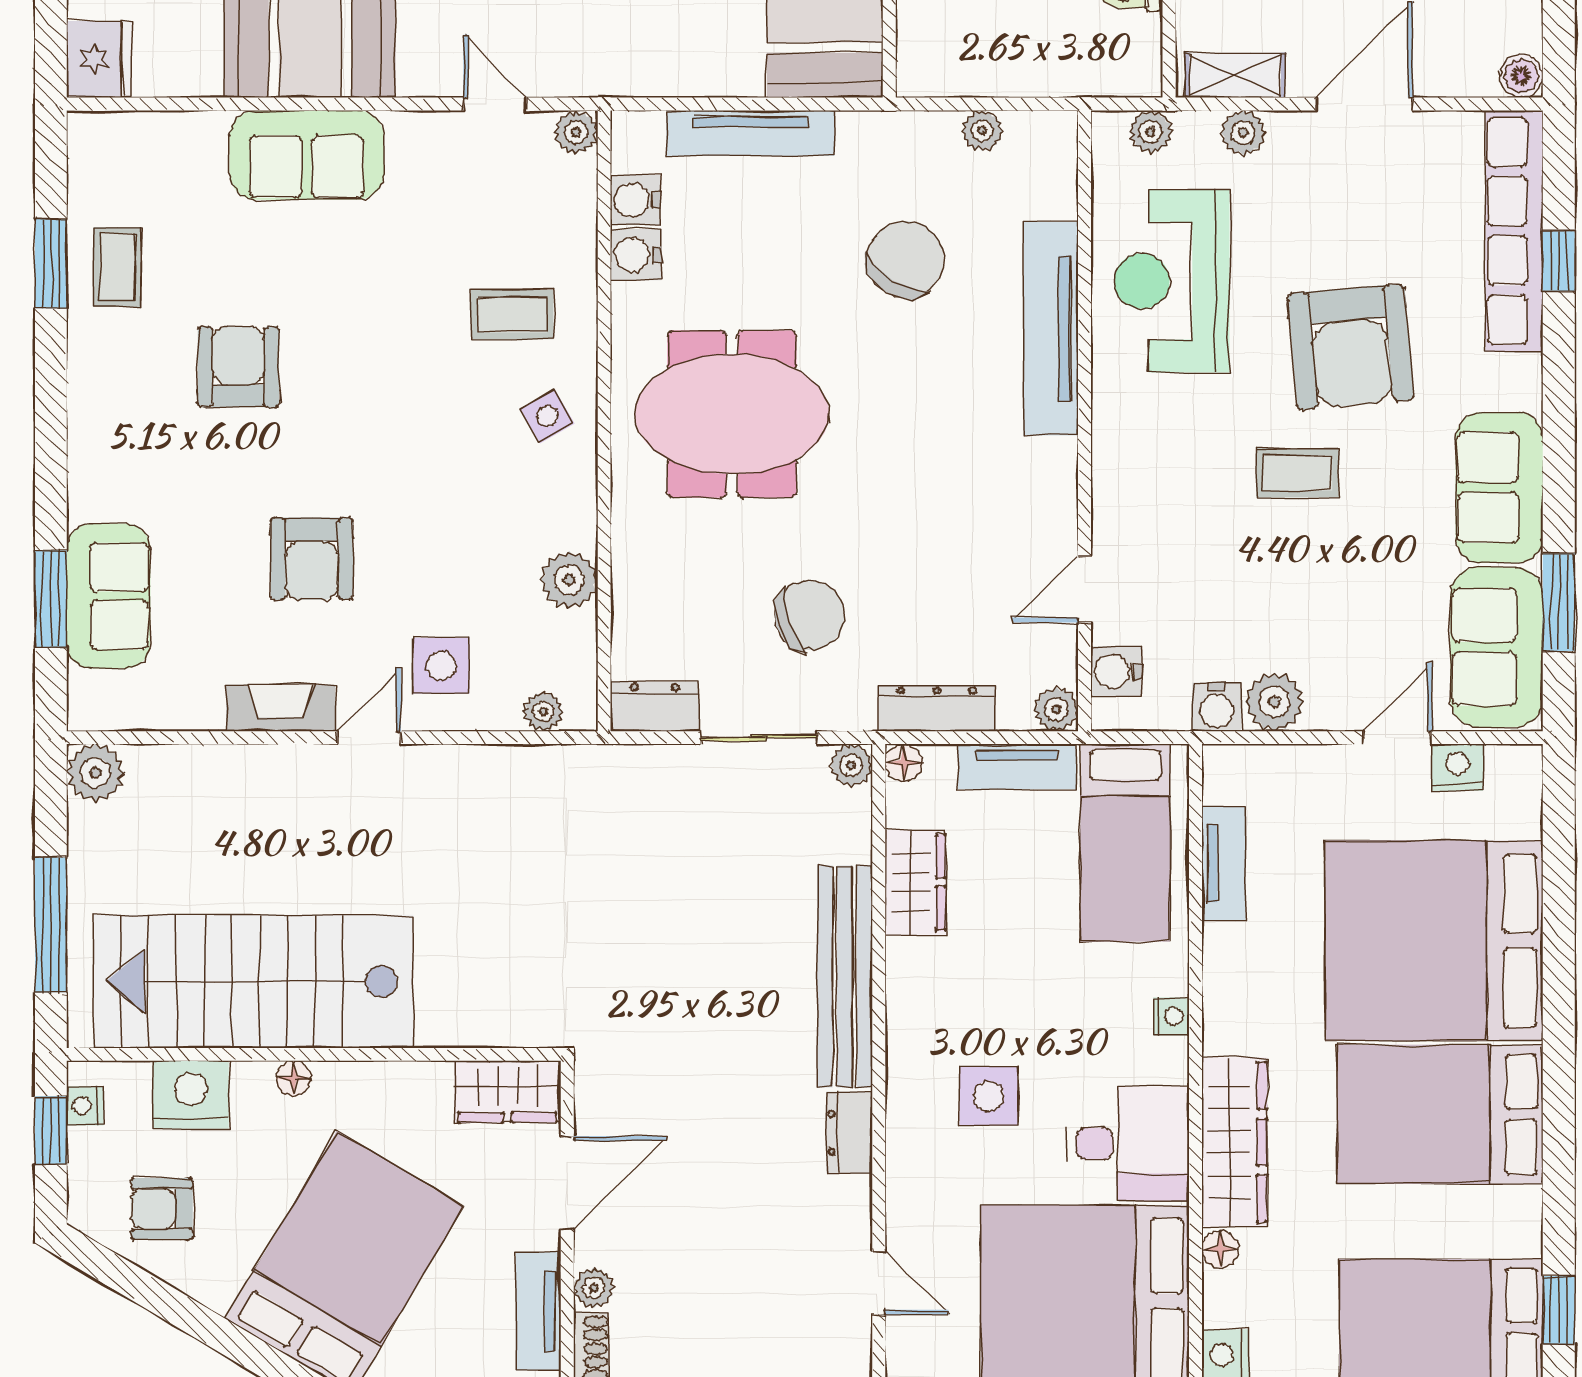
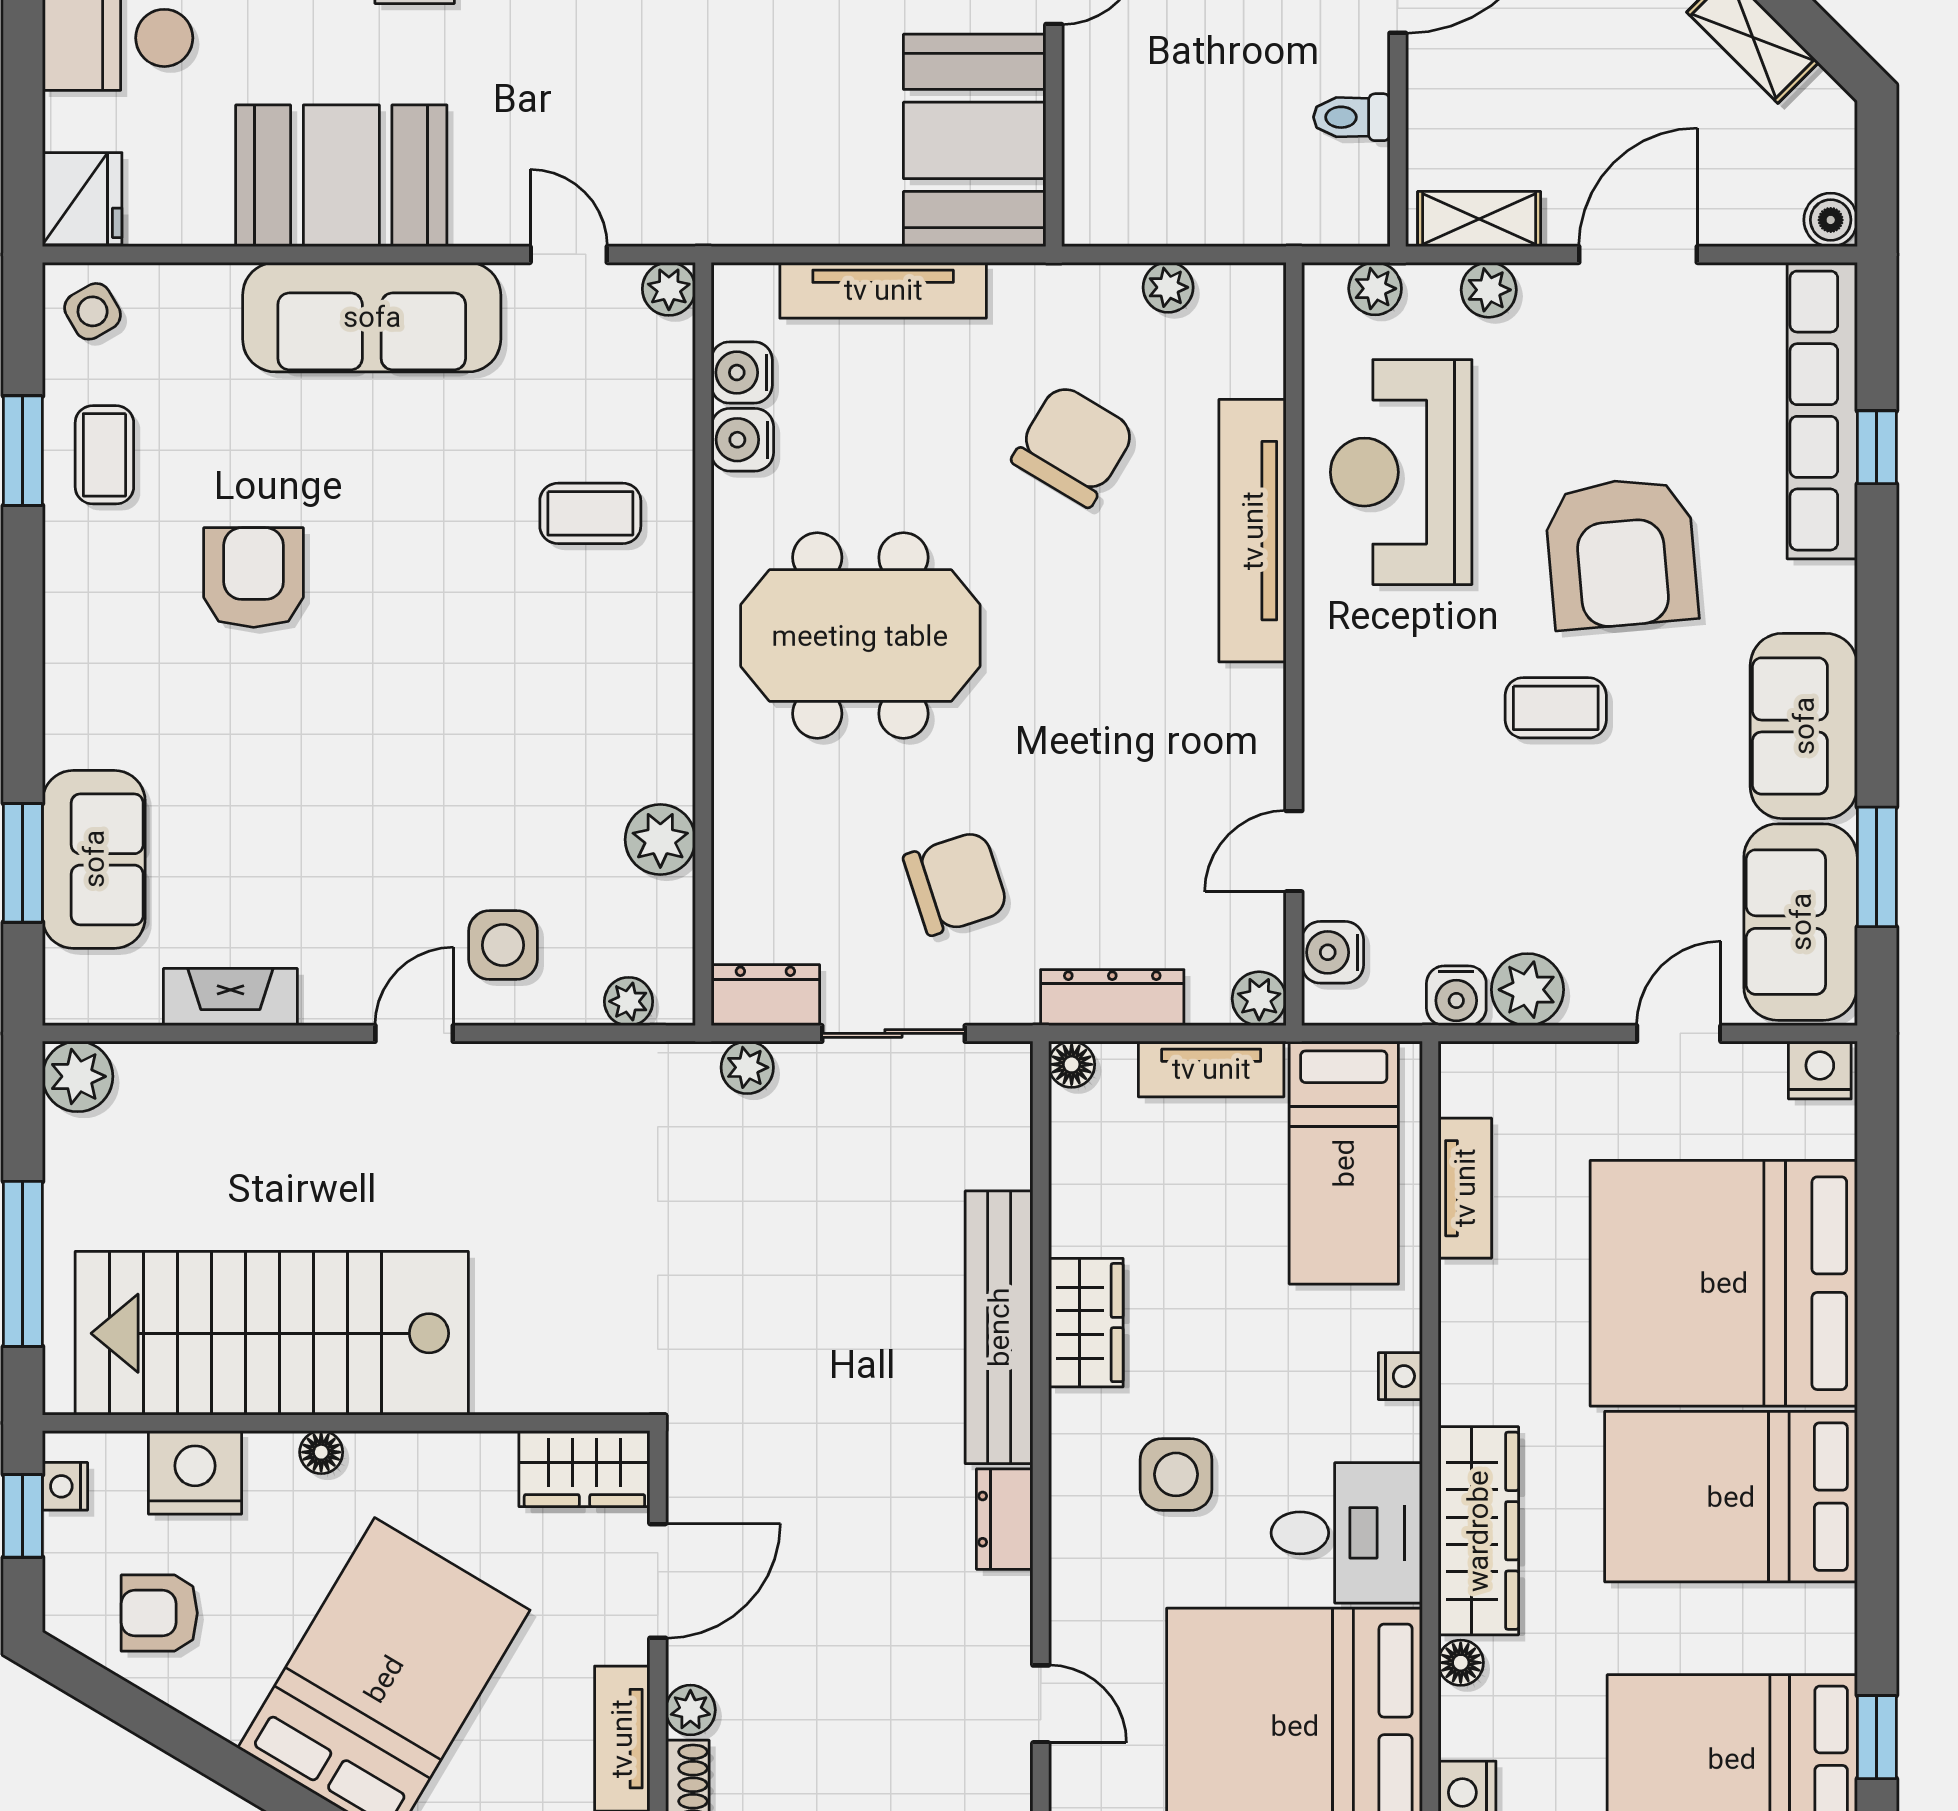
sofa: (307, 155) -> (372, 317), width x1.36
side table: (547, 416) -> (93, 311), moved
armchair: (312, 559) -> (344, 814), removed
fireplace: (281, 708) -> (230, 997), moved
plant: (851, 765) -> (747, 1067), moved
nightstand: (1457, 767) -> (1820, 1070), moved
wardrobe: (915, 882) -> (1086, 1323), moved

